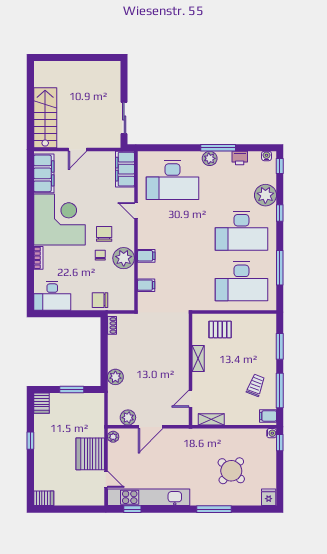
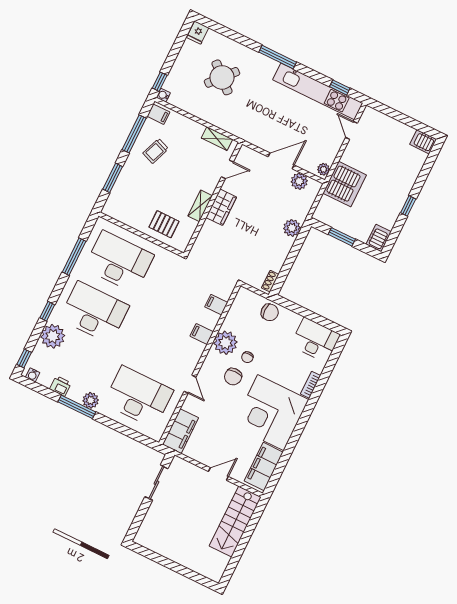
wardrobe: (181, 366) -> (221, 207), added
server rack: (90, 454) -> (345, 184), moved
window: (214, 509) -> (278, 57), moved

